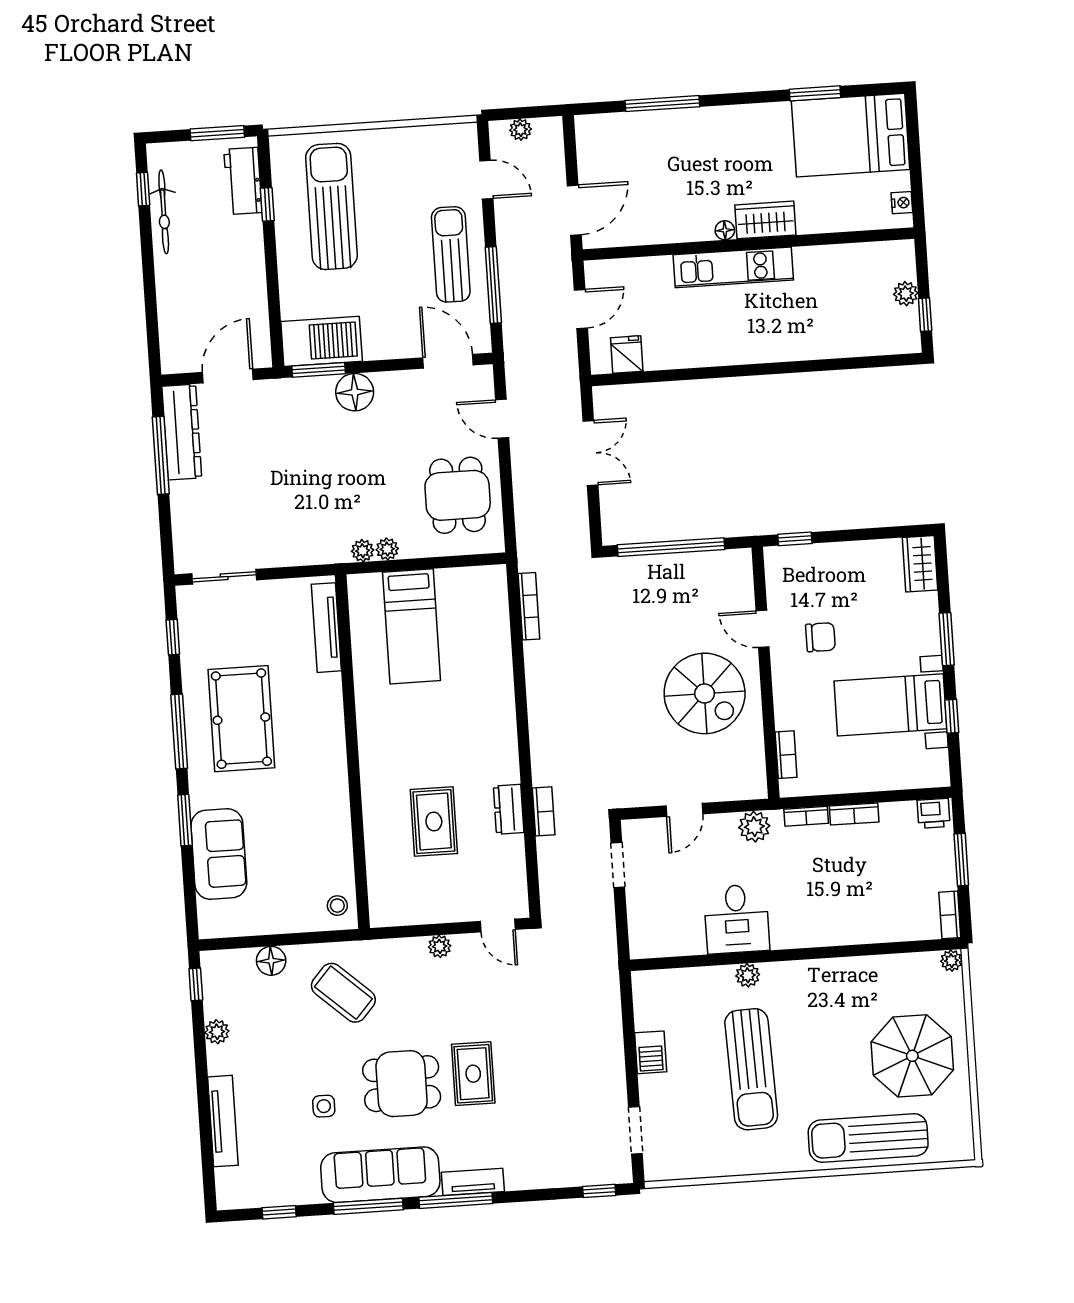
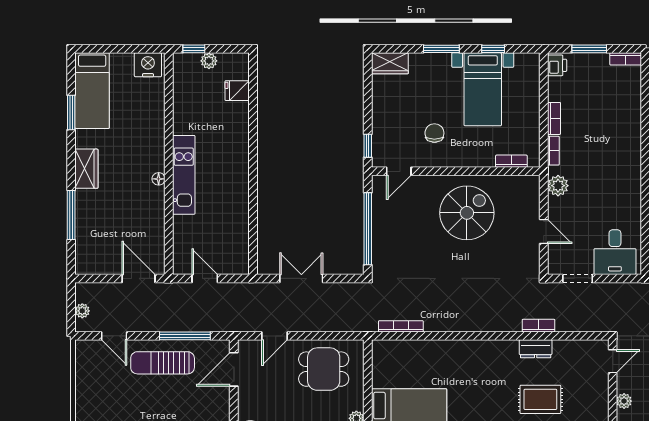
bed: (851, 135) -> (92, 91), width x0.67
door: (486, 180) -> (114, 336), swing flipped
nightstand: (902, 203) -> (148, 65), width x1.89, depth x1.79
wardrobe: (765, 220) -> (86, 169), moved, turned 180
window: (925, 315) -> (194, 49), moved
fridge: (627, 354) -> (237, 91), moved
door: (763, 629) -> (399, 171), moved
desk: (737, 919) -> (615, 252), moved, turned 90

